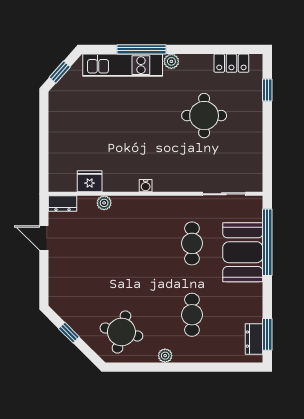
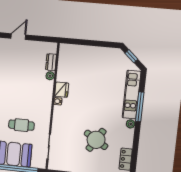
round table: (204, 116) -> (96, 140), turned 32
fridge: (90, 181) -> (62, 90), moved
dresser: (62, 203) -> (51, 62), moved
door: (44, 238) -> (18, 37), moved

